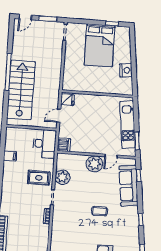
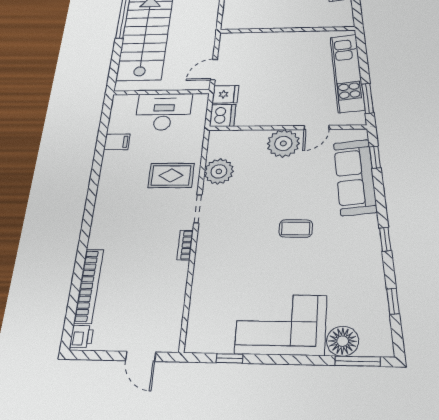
fridge: (67, 100) -> (225, 94), moved
desk: (45, 144) -> (164, 112), moved, turned -90

